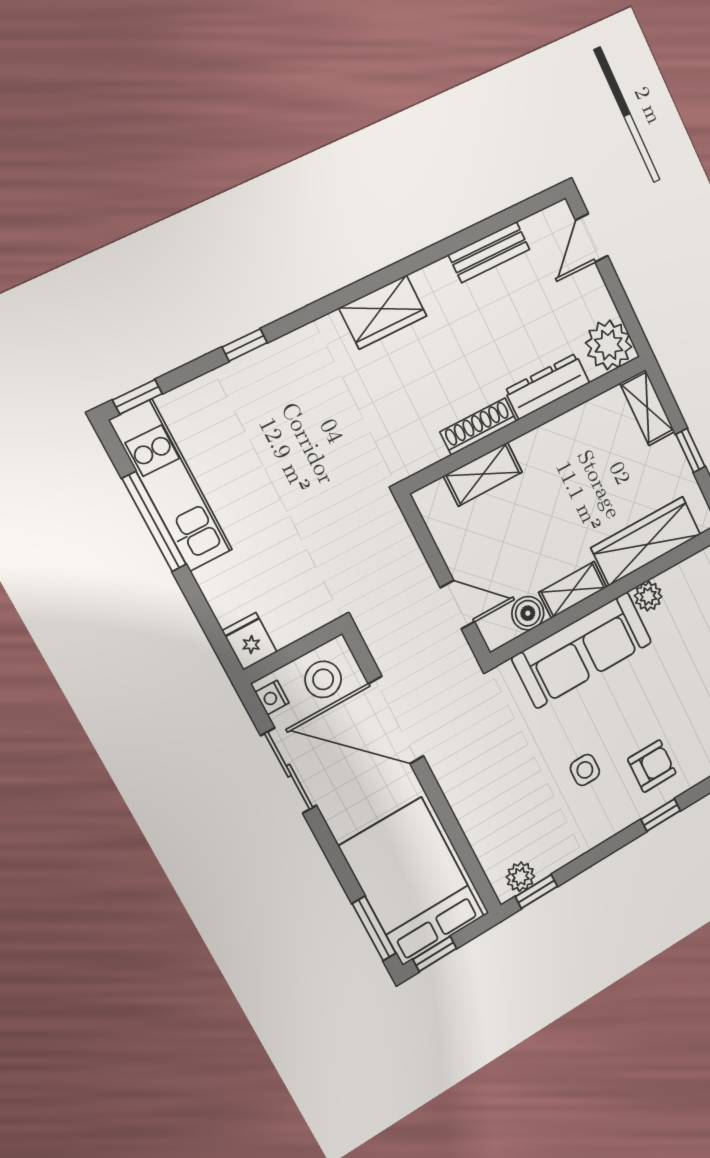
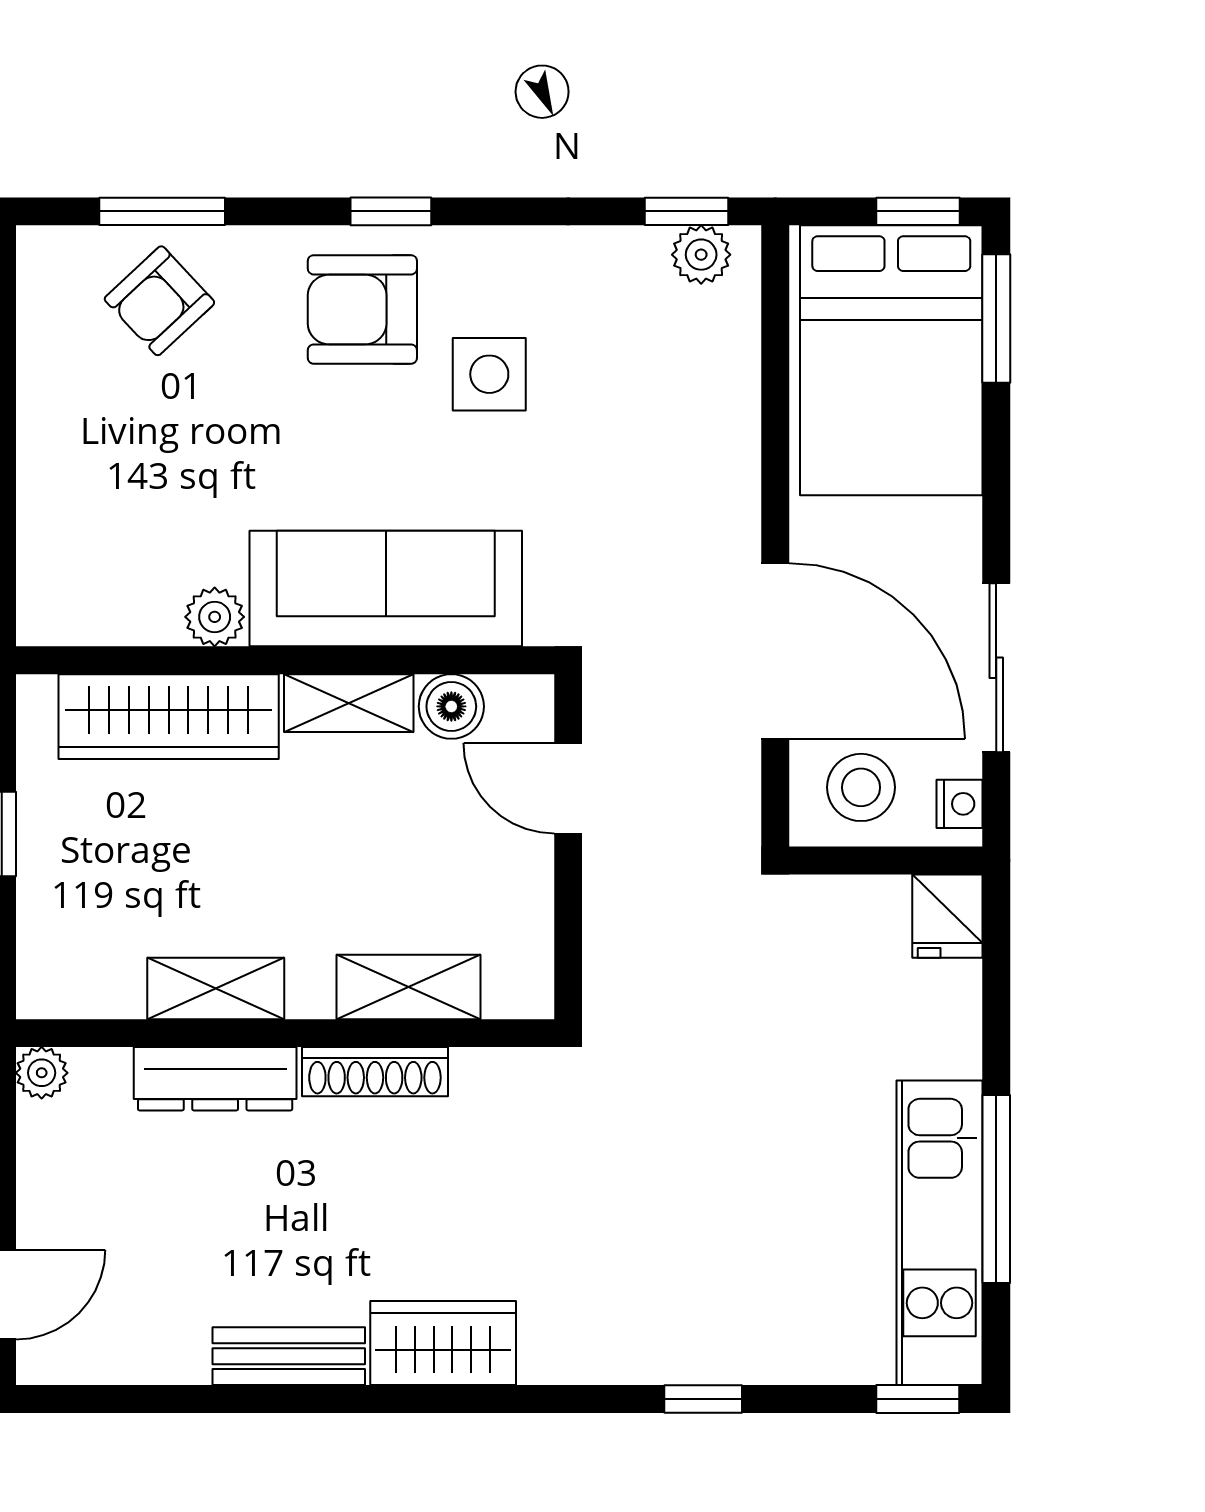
bench: (489, 252) -> (289, 1356), moved
plant: (609, 345) -> (42, 1073), width x0.53, depth x0.53
shelving: (647, 408) -> (216, 988), moved, turned 90
armchair: (652, 766) -> (362, 309), width x1.38, depth x1.38
side table: (585, 770) -> (489, 374), width x1.37, depth x1.37

